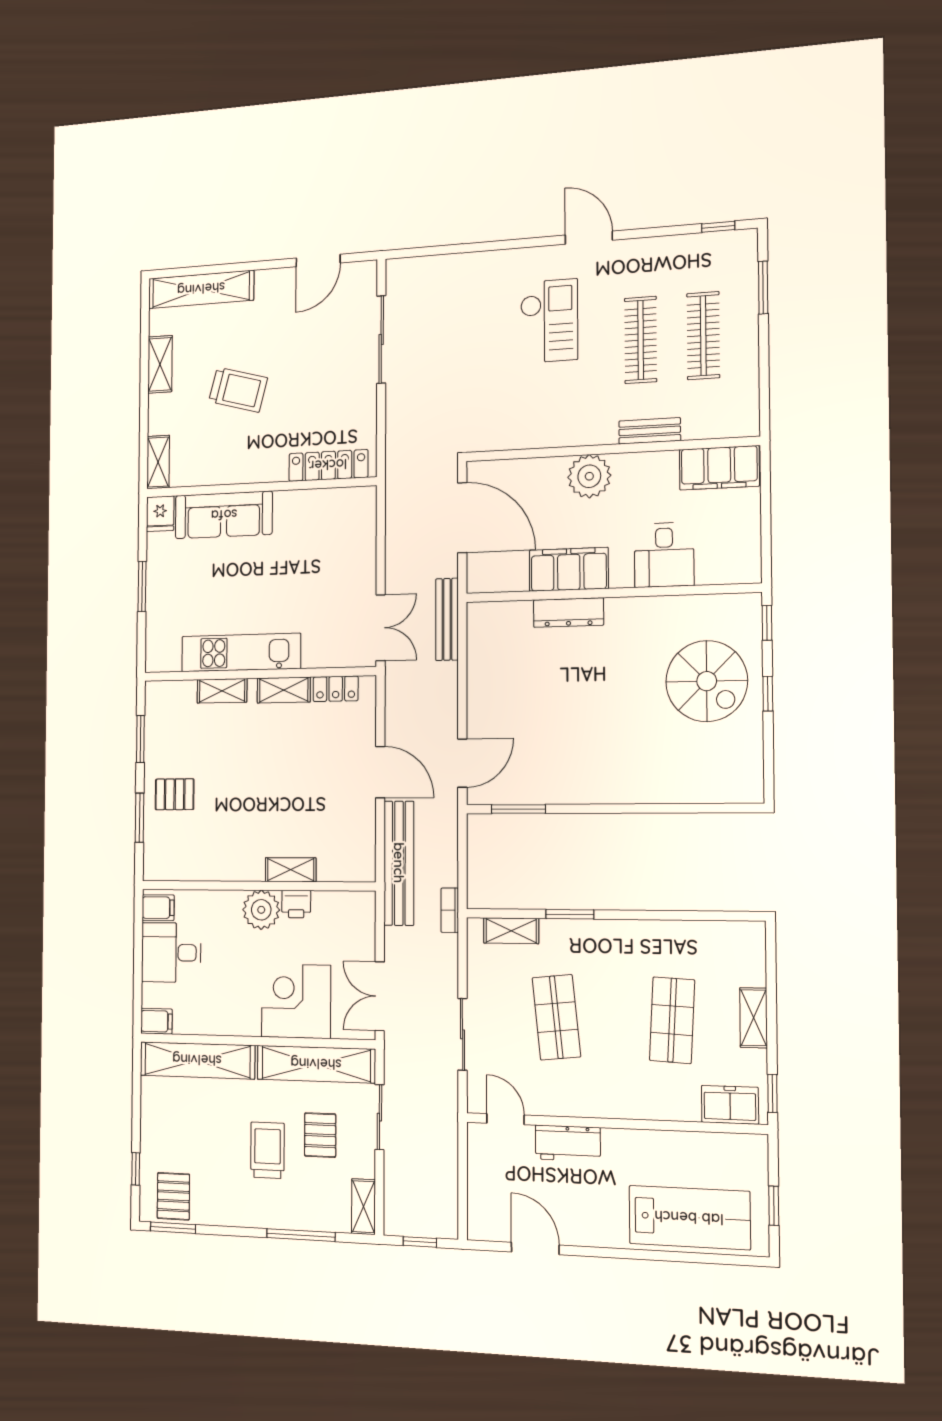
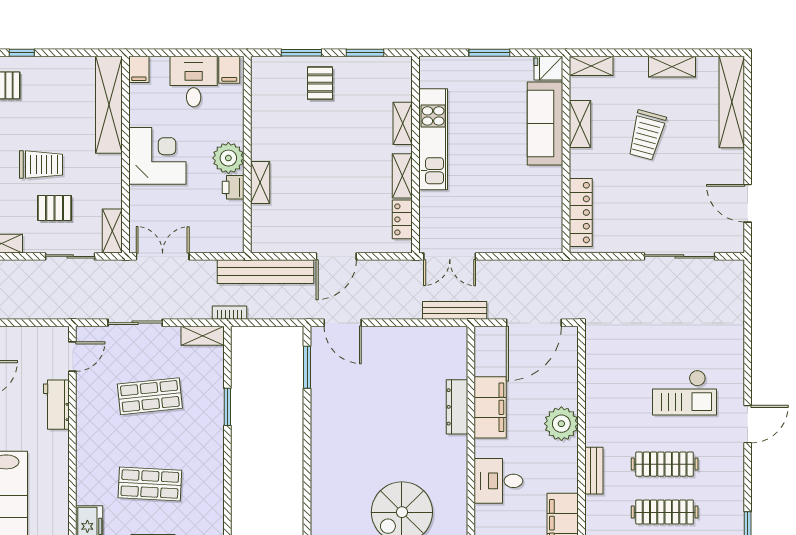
shelving: (225, 472) -> (580, 124), added
shelving: (511, 931) -> (203, 336), moved, turned 90
corner desk: (296, 1001) -> (157, 156), moved
shelving: (316, 1064) -> (112, 231), width x0.45, depth x0.75

